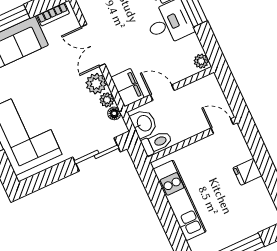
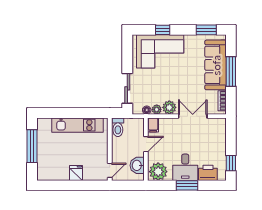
plant: (201, 61) -> (158, 172), width x1.88, depth x1.88
filing cabinet: (128, 88) -> (153, 125), width x0.50
washbasin: (144, 123) -> (137, 165), moved, turned 90

